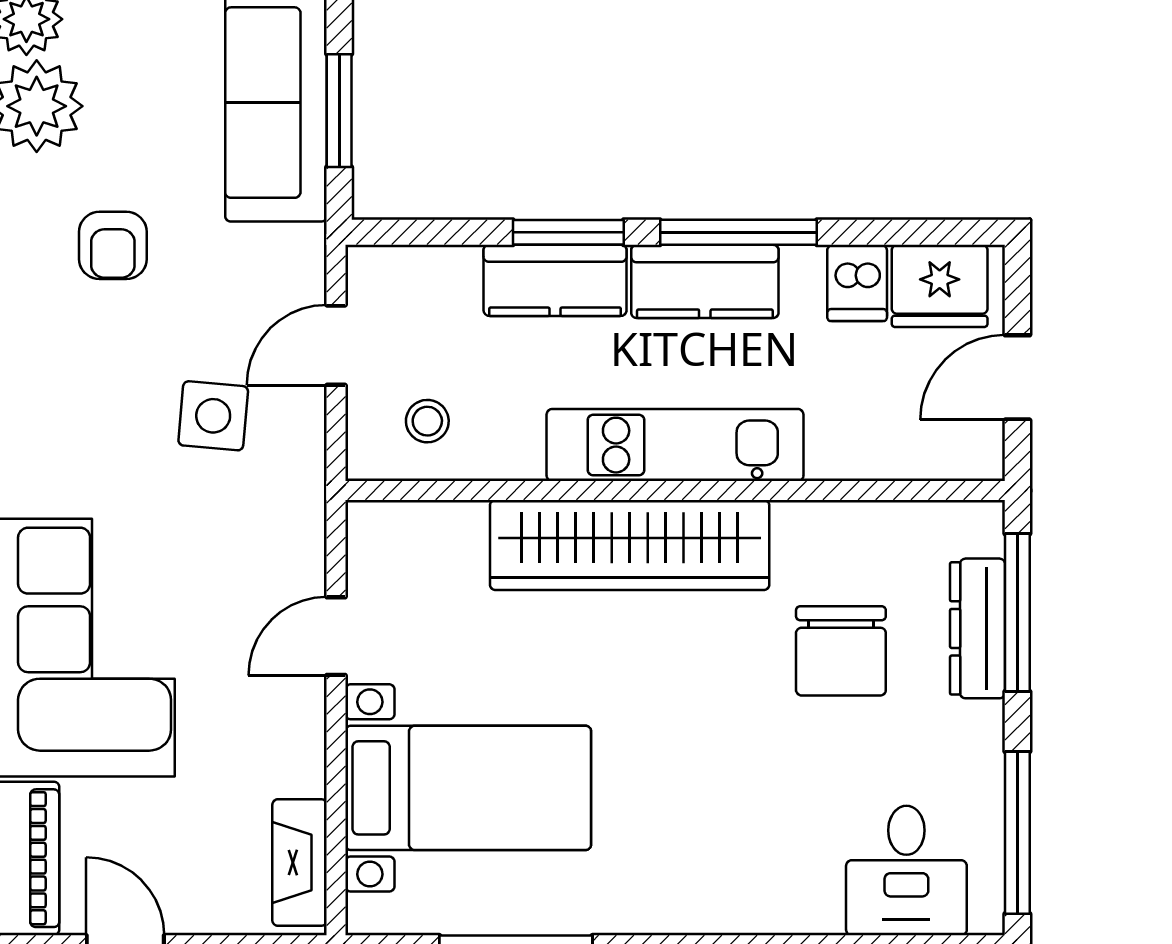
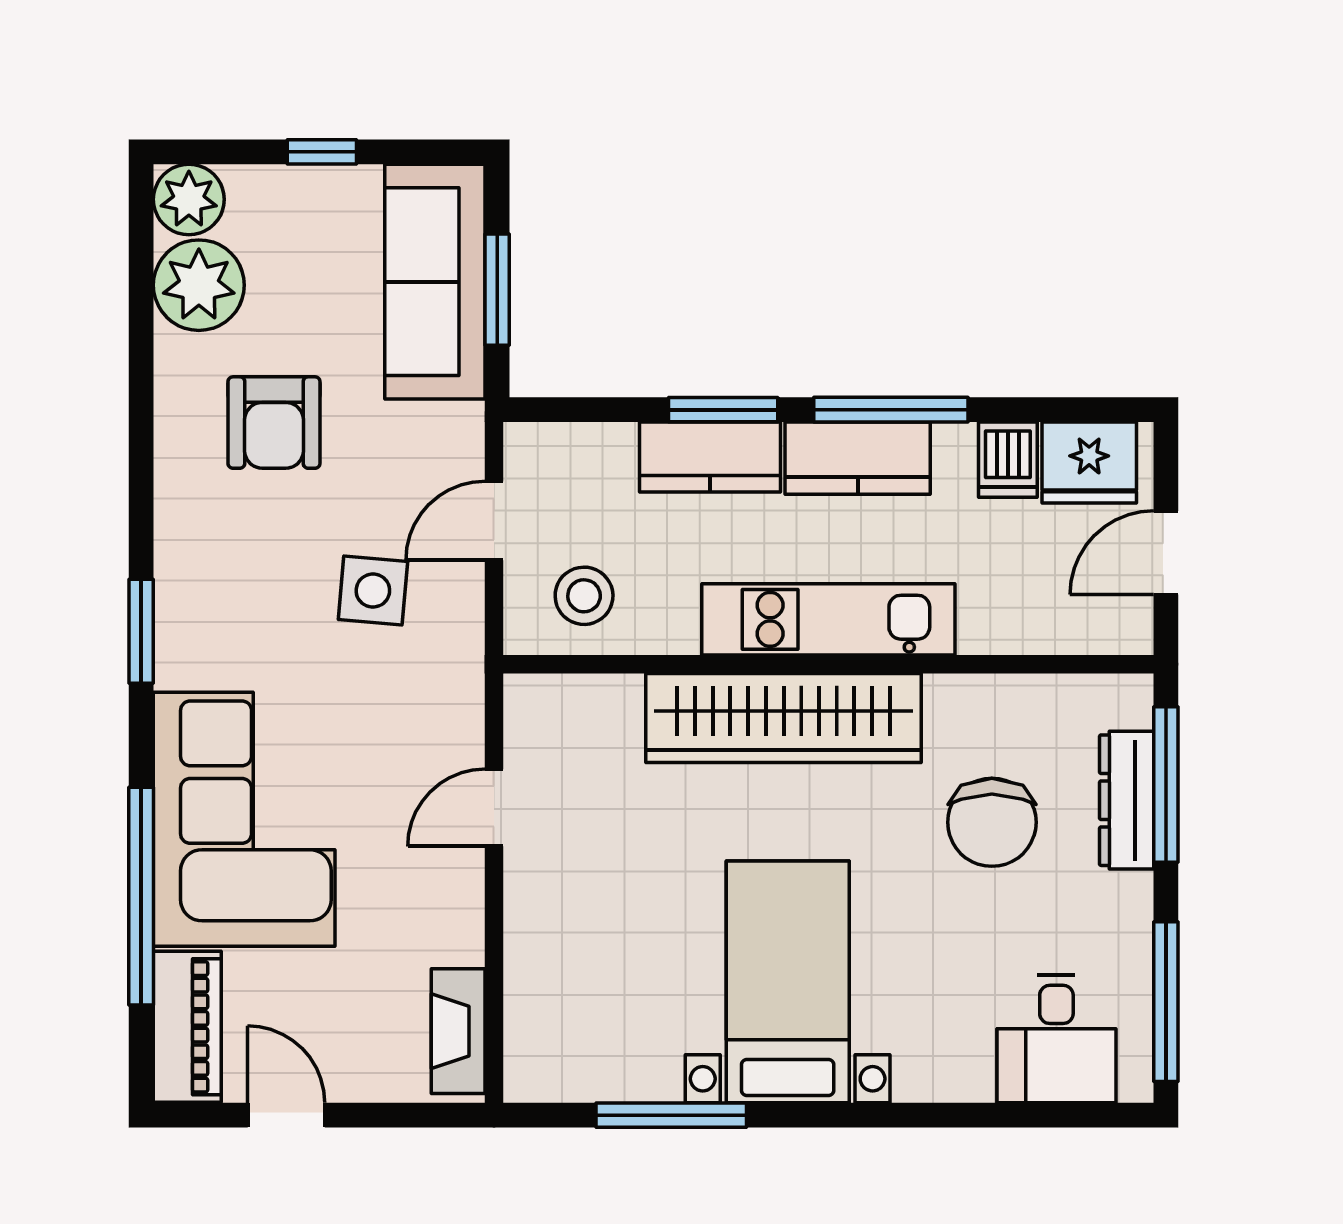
armchair: (113, 245) -> (274, 423), width x1.38, depth x1.38
stool: (427, 421) -> (584, 596), width x1.37, depth x1.37
bed with nightstands: (468, 788) -> (788, 982), moved, turned -90

